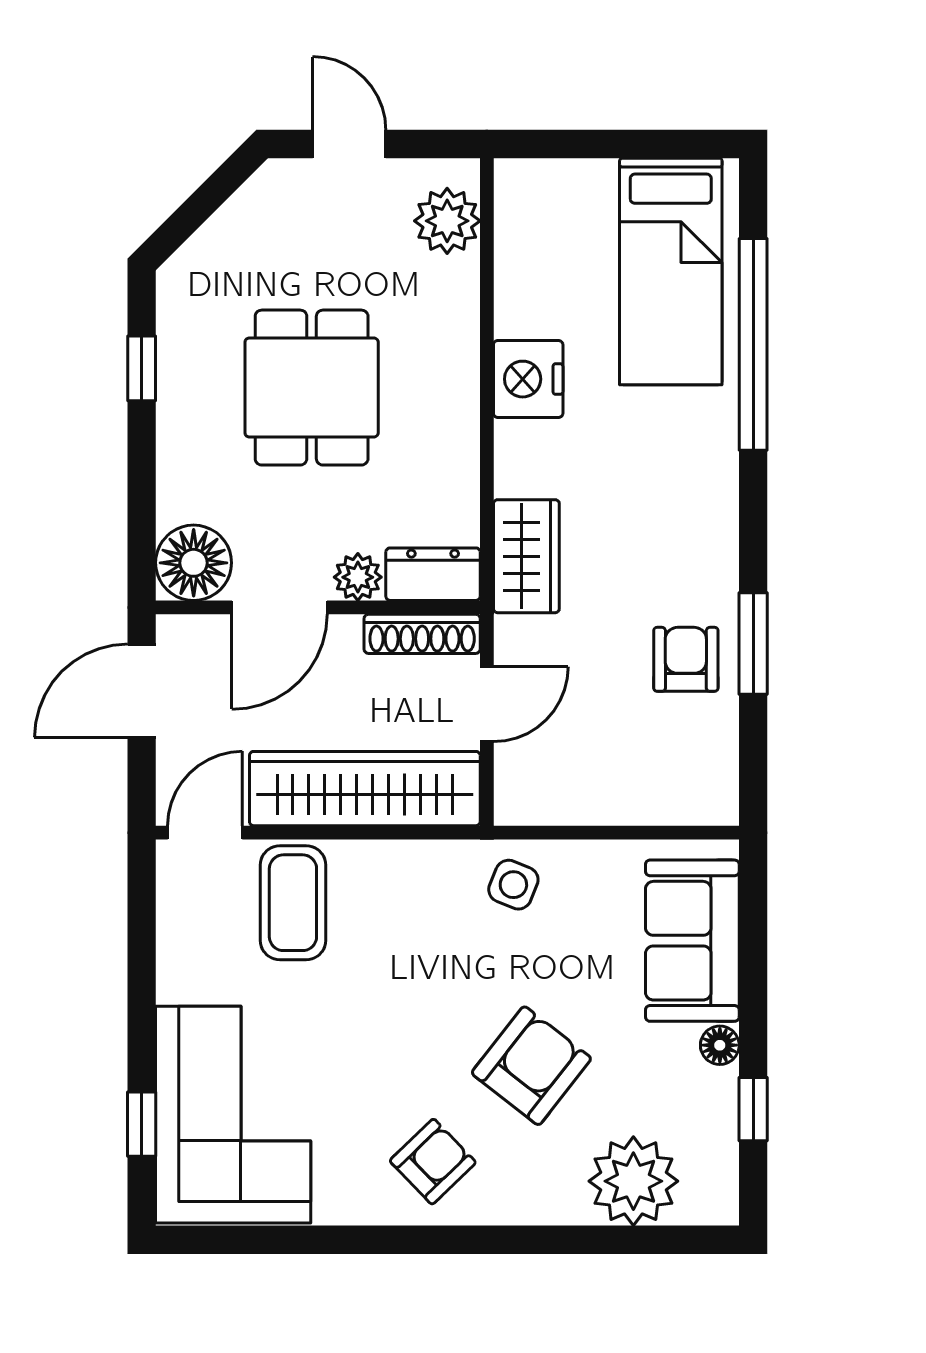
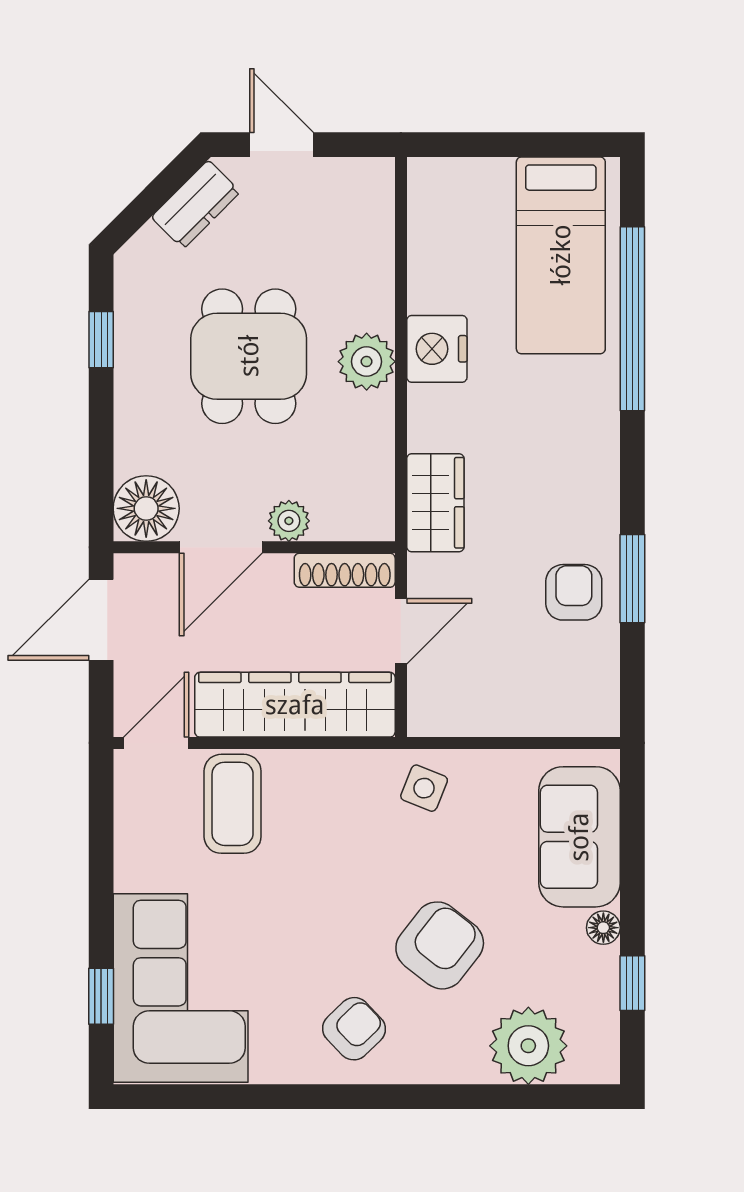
plant: (447, 221) -> (367, 362), moved
dresser: (433, 574) -> (196, 204), moved, turned 135

